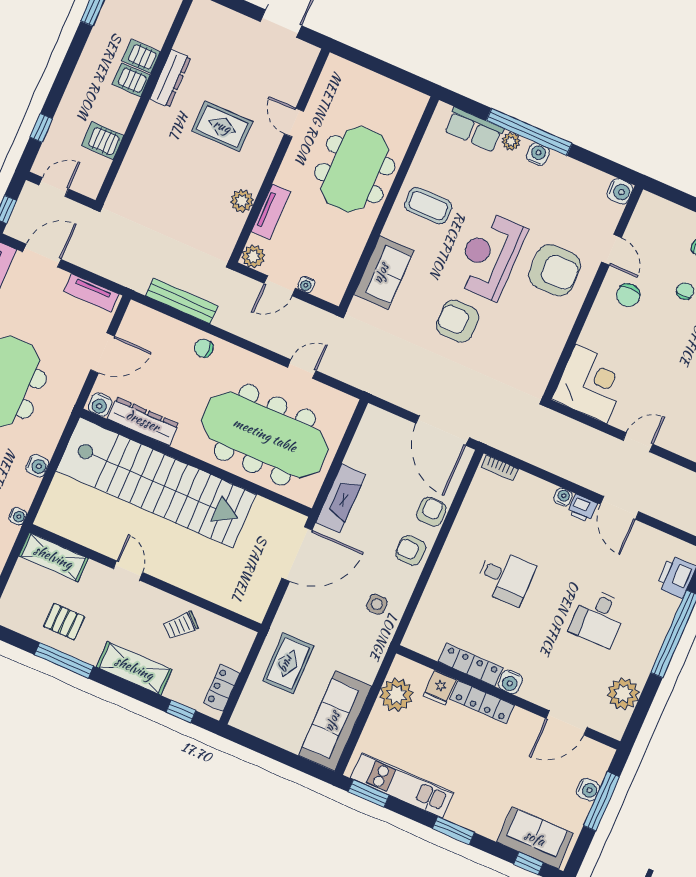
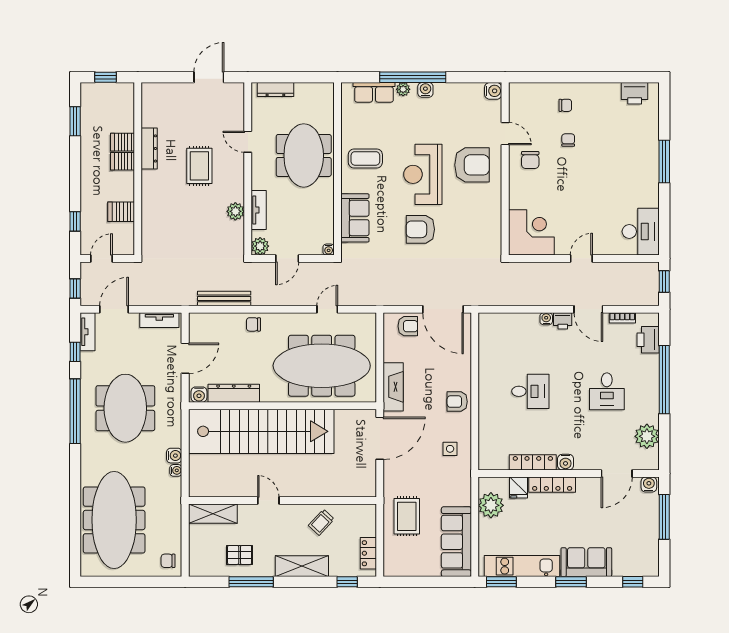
dresser: (355, 74) -> (275, 89), added
rug: (222, 126) -> (199, 166), turned 90
water cooler: (306, 284) -> (329, 250), moved
bookcase: (500, 468) -> (622, 318), moved
armchair: (431, 512) -> (408, 326), moved, turned 90
water cooler: (18, 516) -> (176, 470), moved
water cooler: (588, 790) -> (649, 485), moved, turned -90
sofa: (535, 838) -> (586, 562), moved

